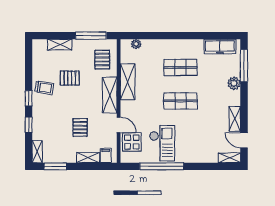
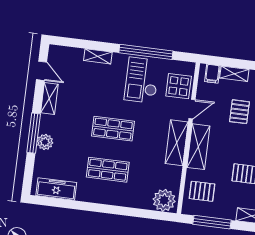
plant: (136, 44) -> (164, 200), width x1.88, depth x1.88
pallet: (102, 60) -> (202, 191), turned 90
window: (244, 66) -> (34, 133), moved
shelving: (128, 82) -> (177, 143), moved
door: (119, 125) -> (192, 109), swing flipped
shelving: (229, 158) -> (98, 56), moved

